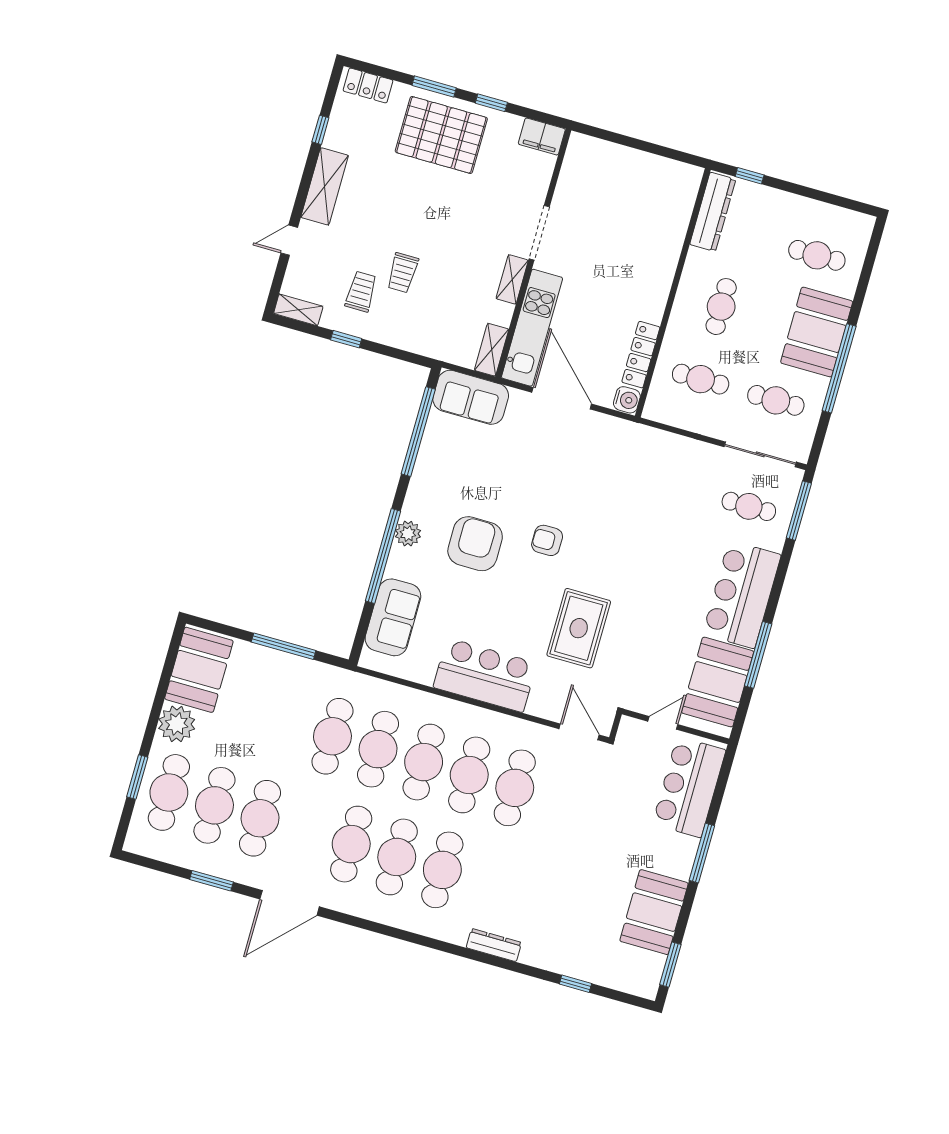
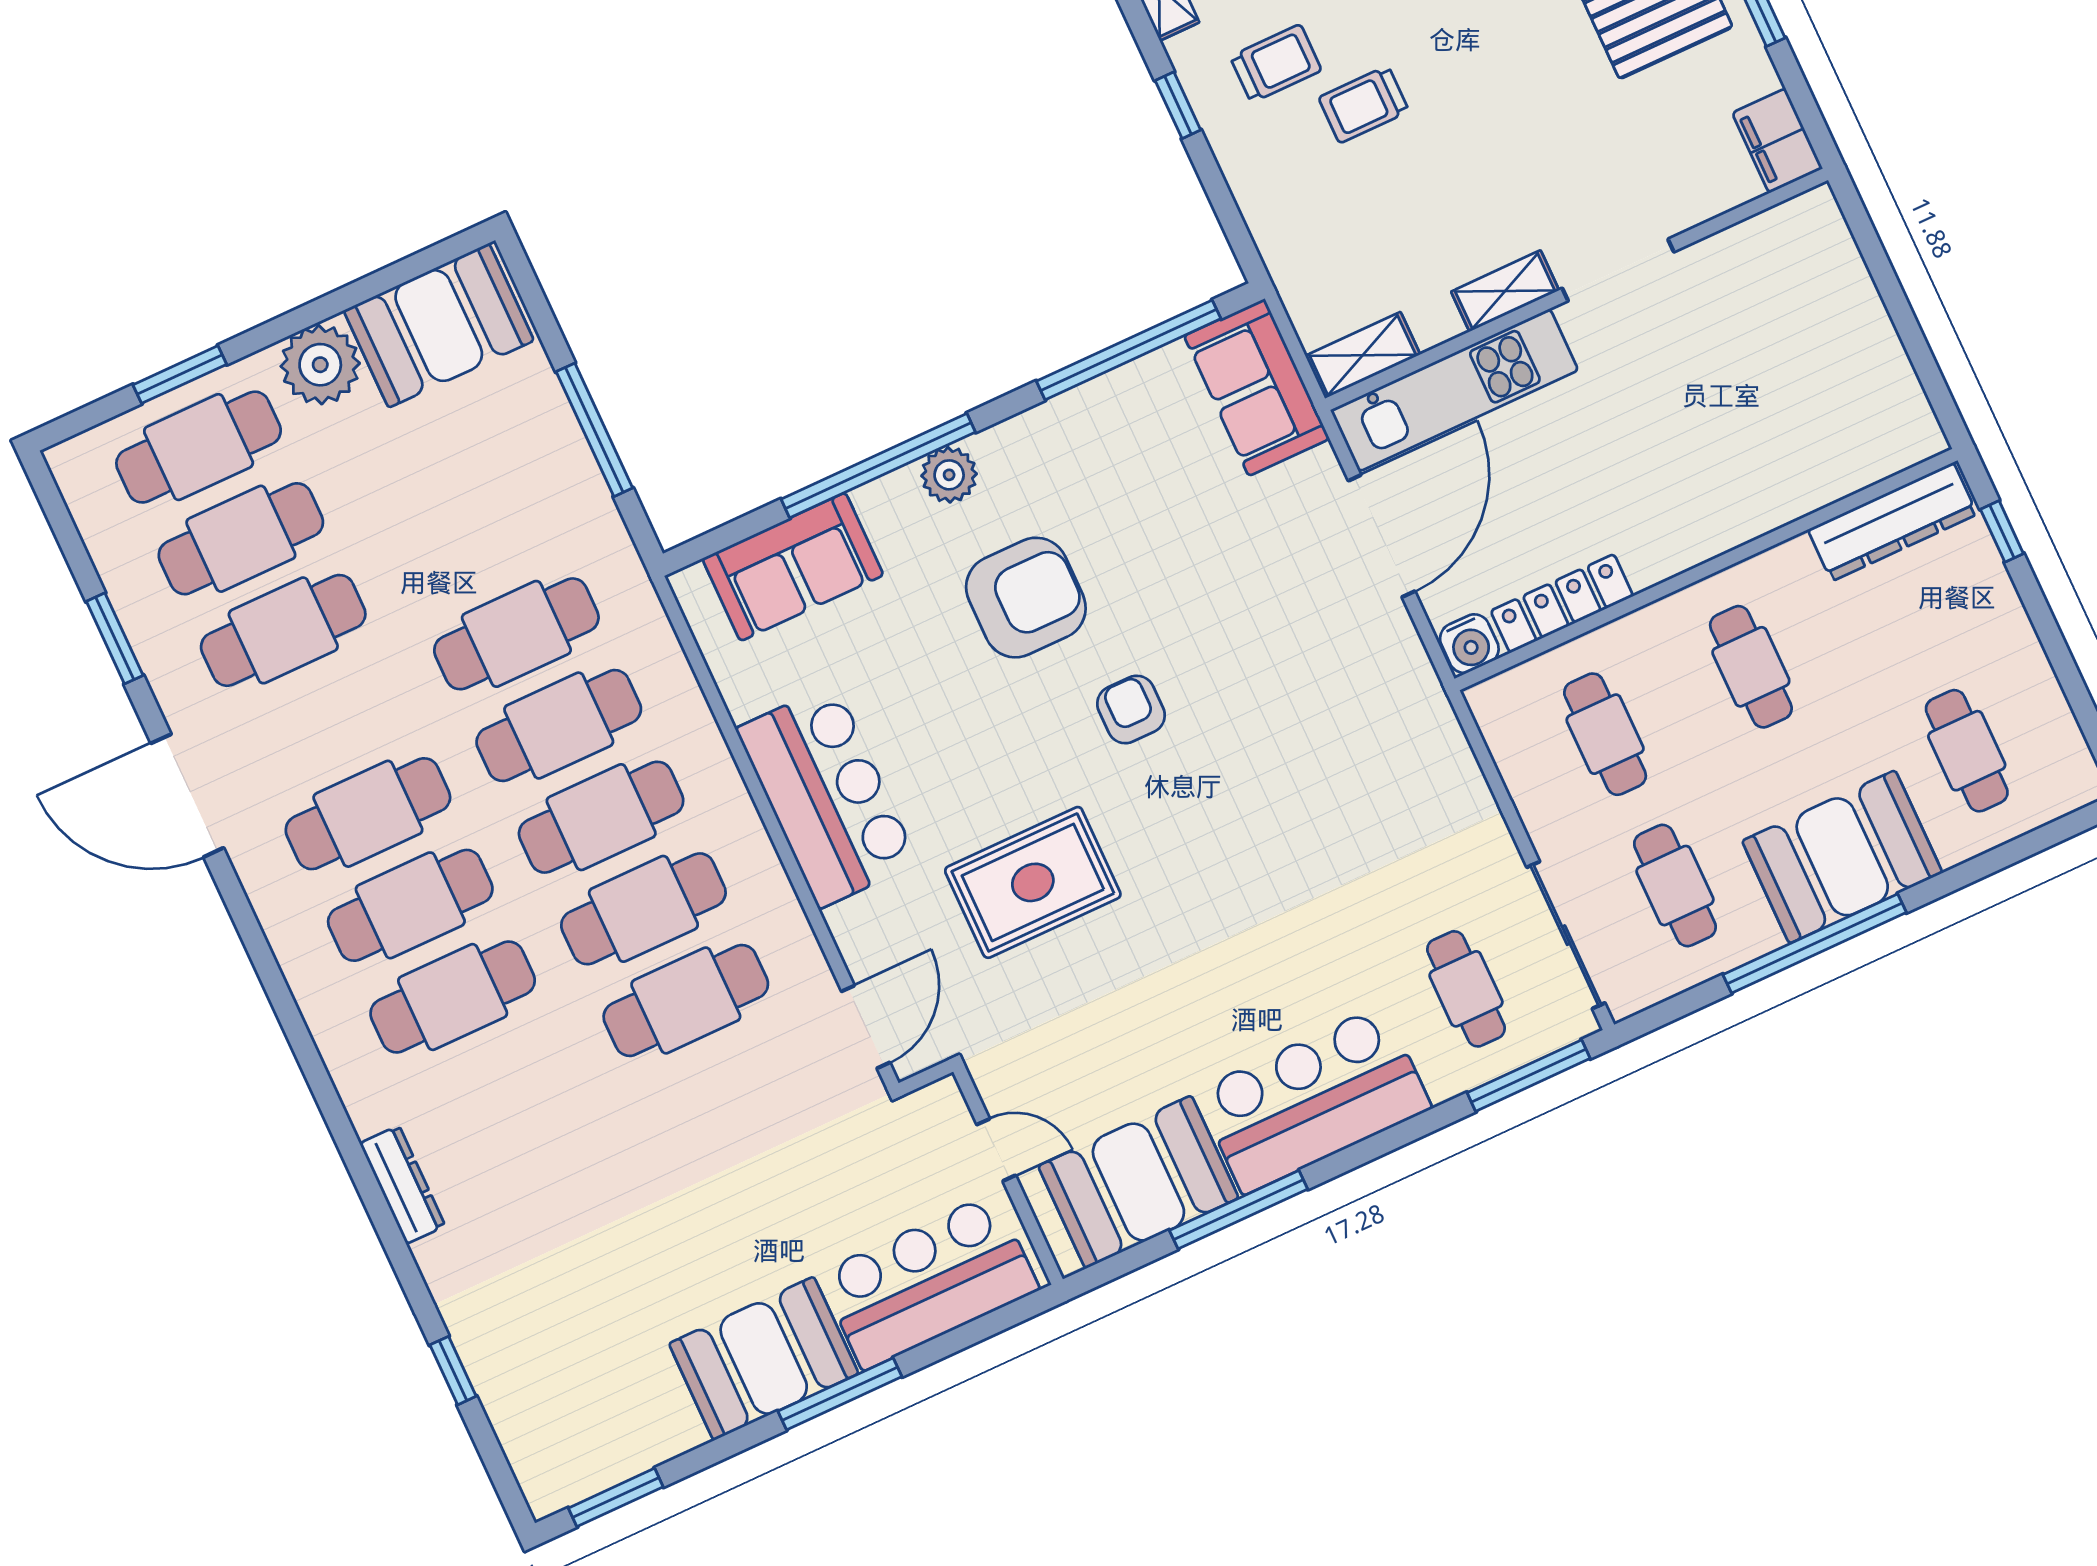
cafe table: (721, 307) -> (1751, 667), turned 90
booth: (654, 912) -> (764, 1359), moved

